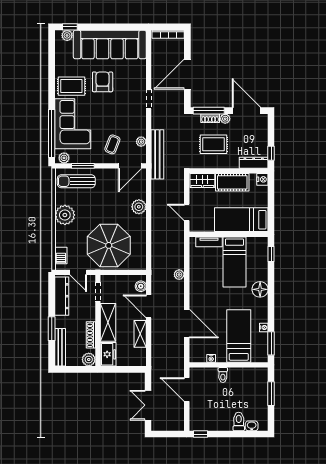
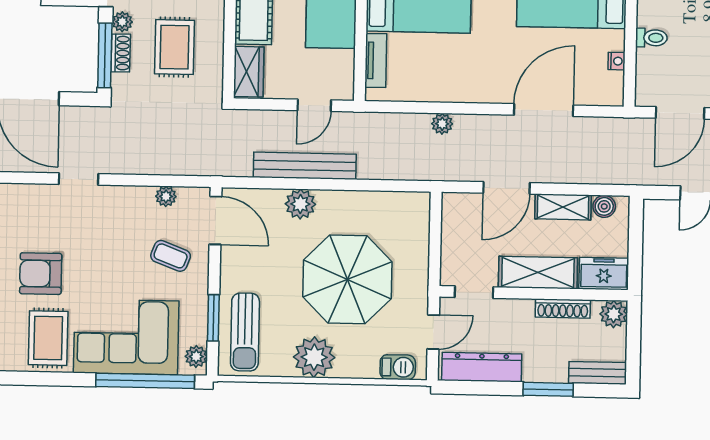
bench: (157, 154) -> (305, 166), moved
parasol: (109, 245) -> (347, 279), moved
boiler: (141, 286) -> (604, 206), moved
bench: (60, 347) -> (598, 373), width x0.73

